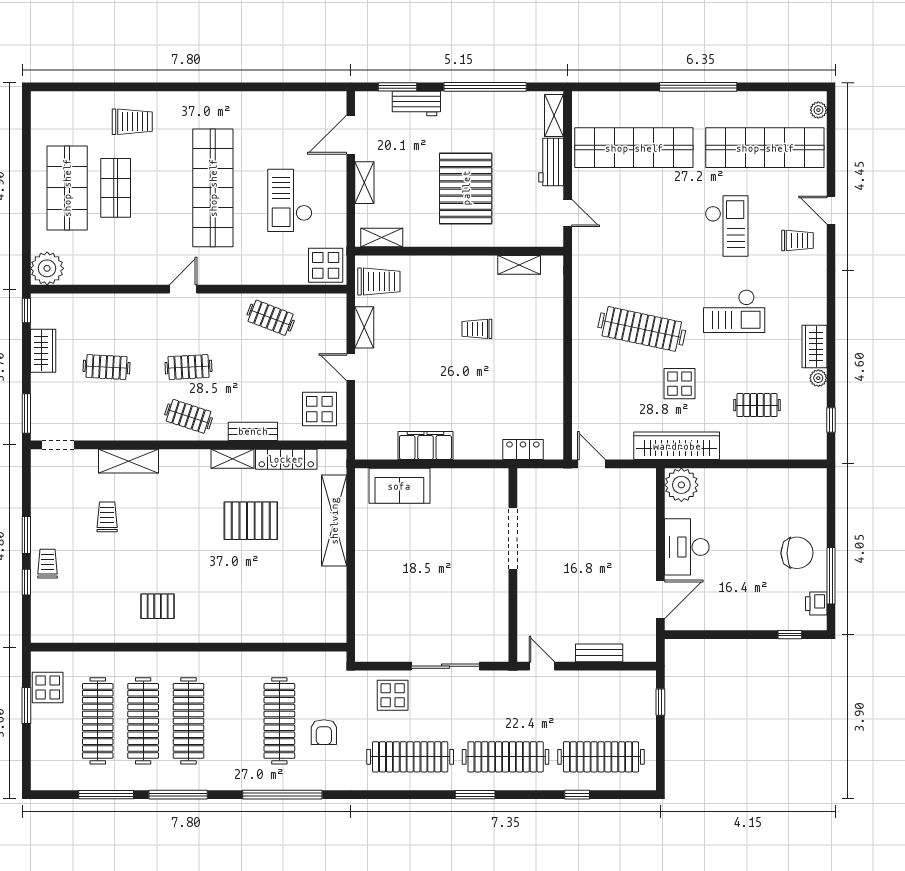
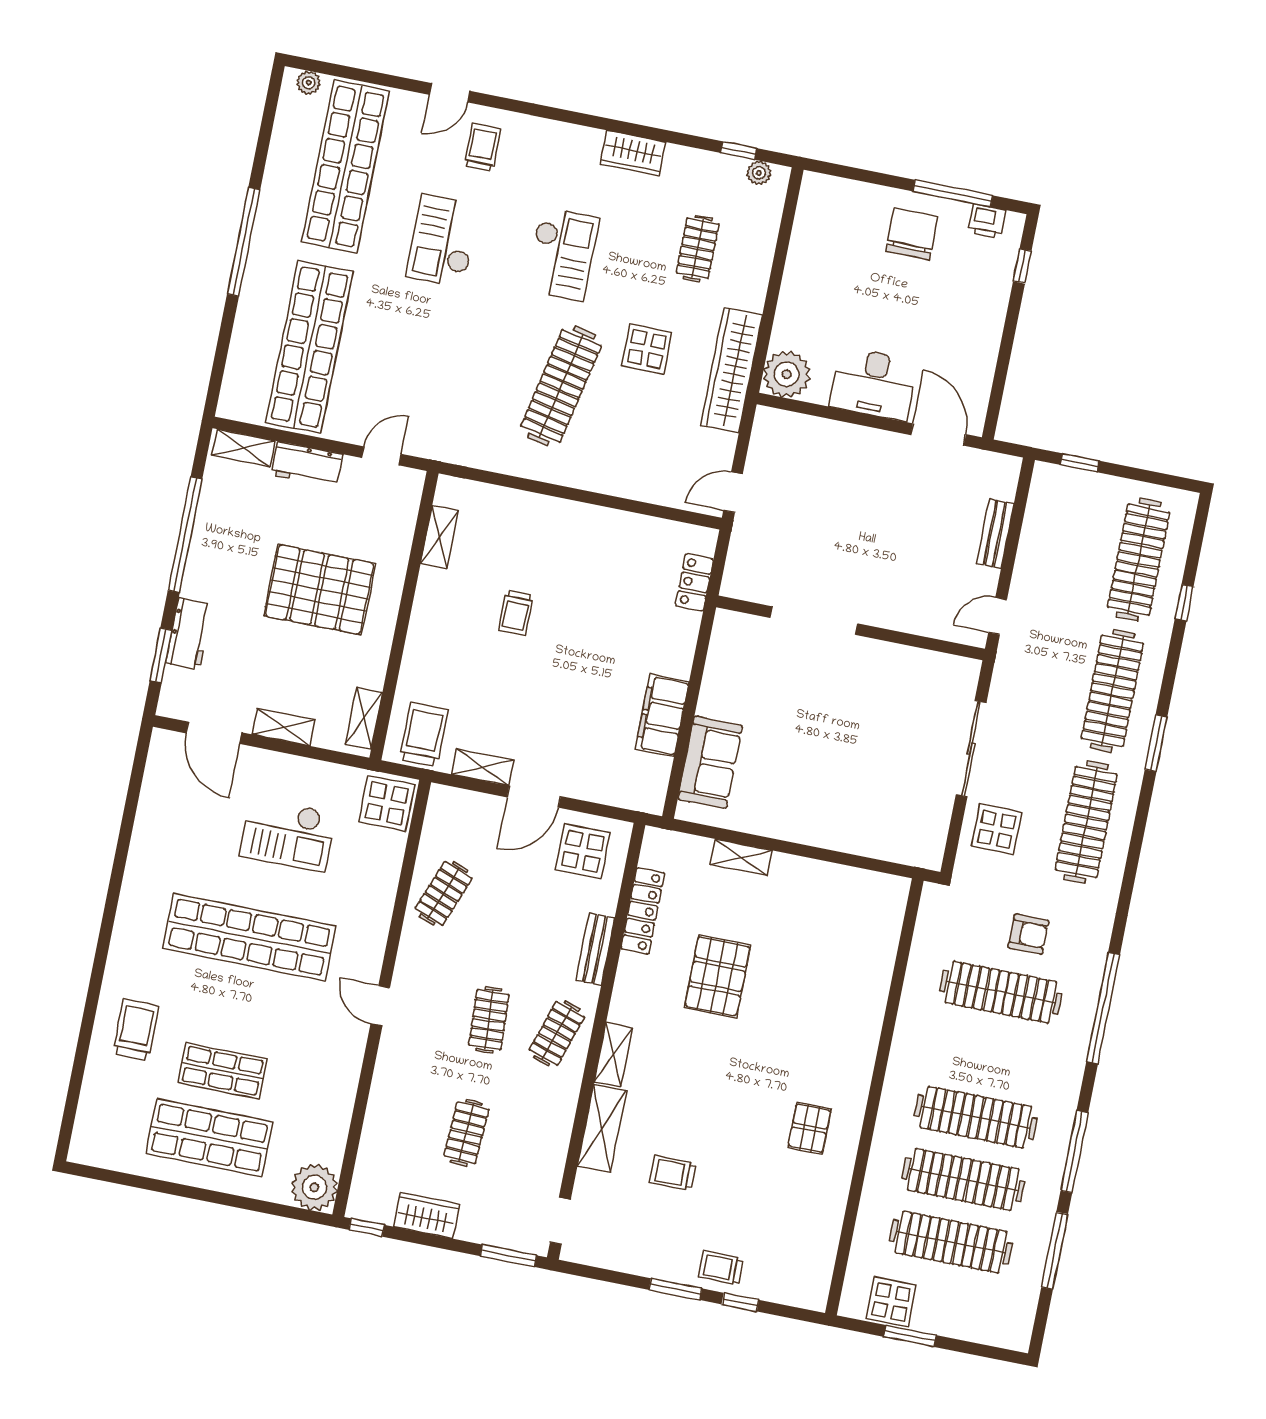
checkout: (727, 226) -> (443, 241), turned -90
door: (351, 367) -> (534, 797), width x1.38
plant: (818, 378) -> (759, 173), moved
shelving: (233, 459) -> (613, 1055), moved
shelving: (334, 521) -> (741, 858), width x0.45, depth x0.75

